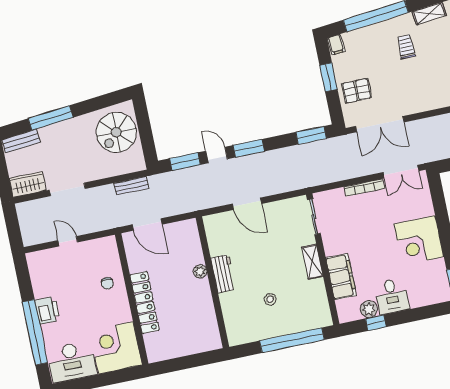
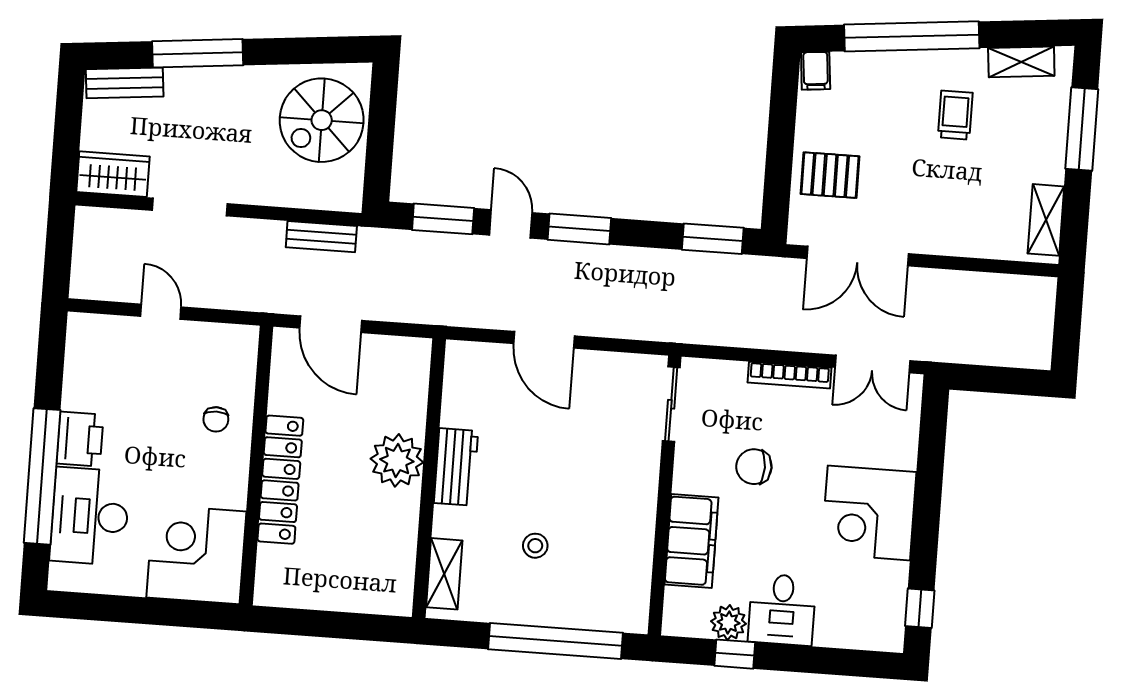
window: (329, 77) -> (781, 132), removed
chair: (360, 234) -> (754, 467), added
shelving: (312, 262) -> (444, 574), moved
plant: (200, 271) -> (397, 460), width x1.88, depth x1.88
desk: (72, 362) -> (90, 516), moved, turned 90

